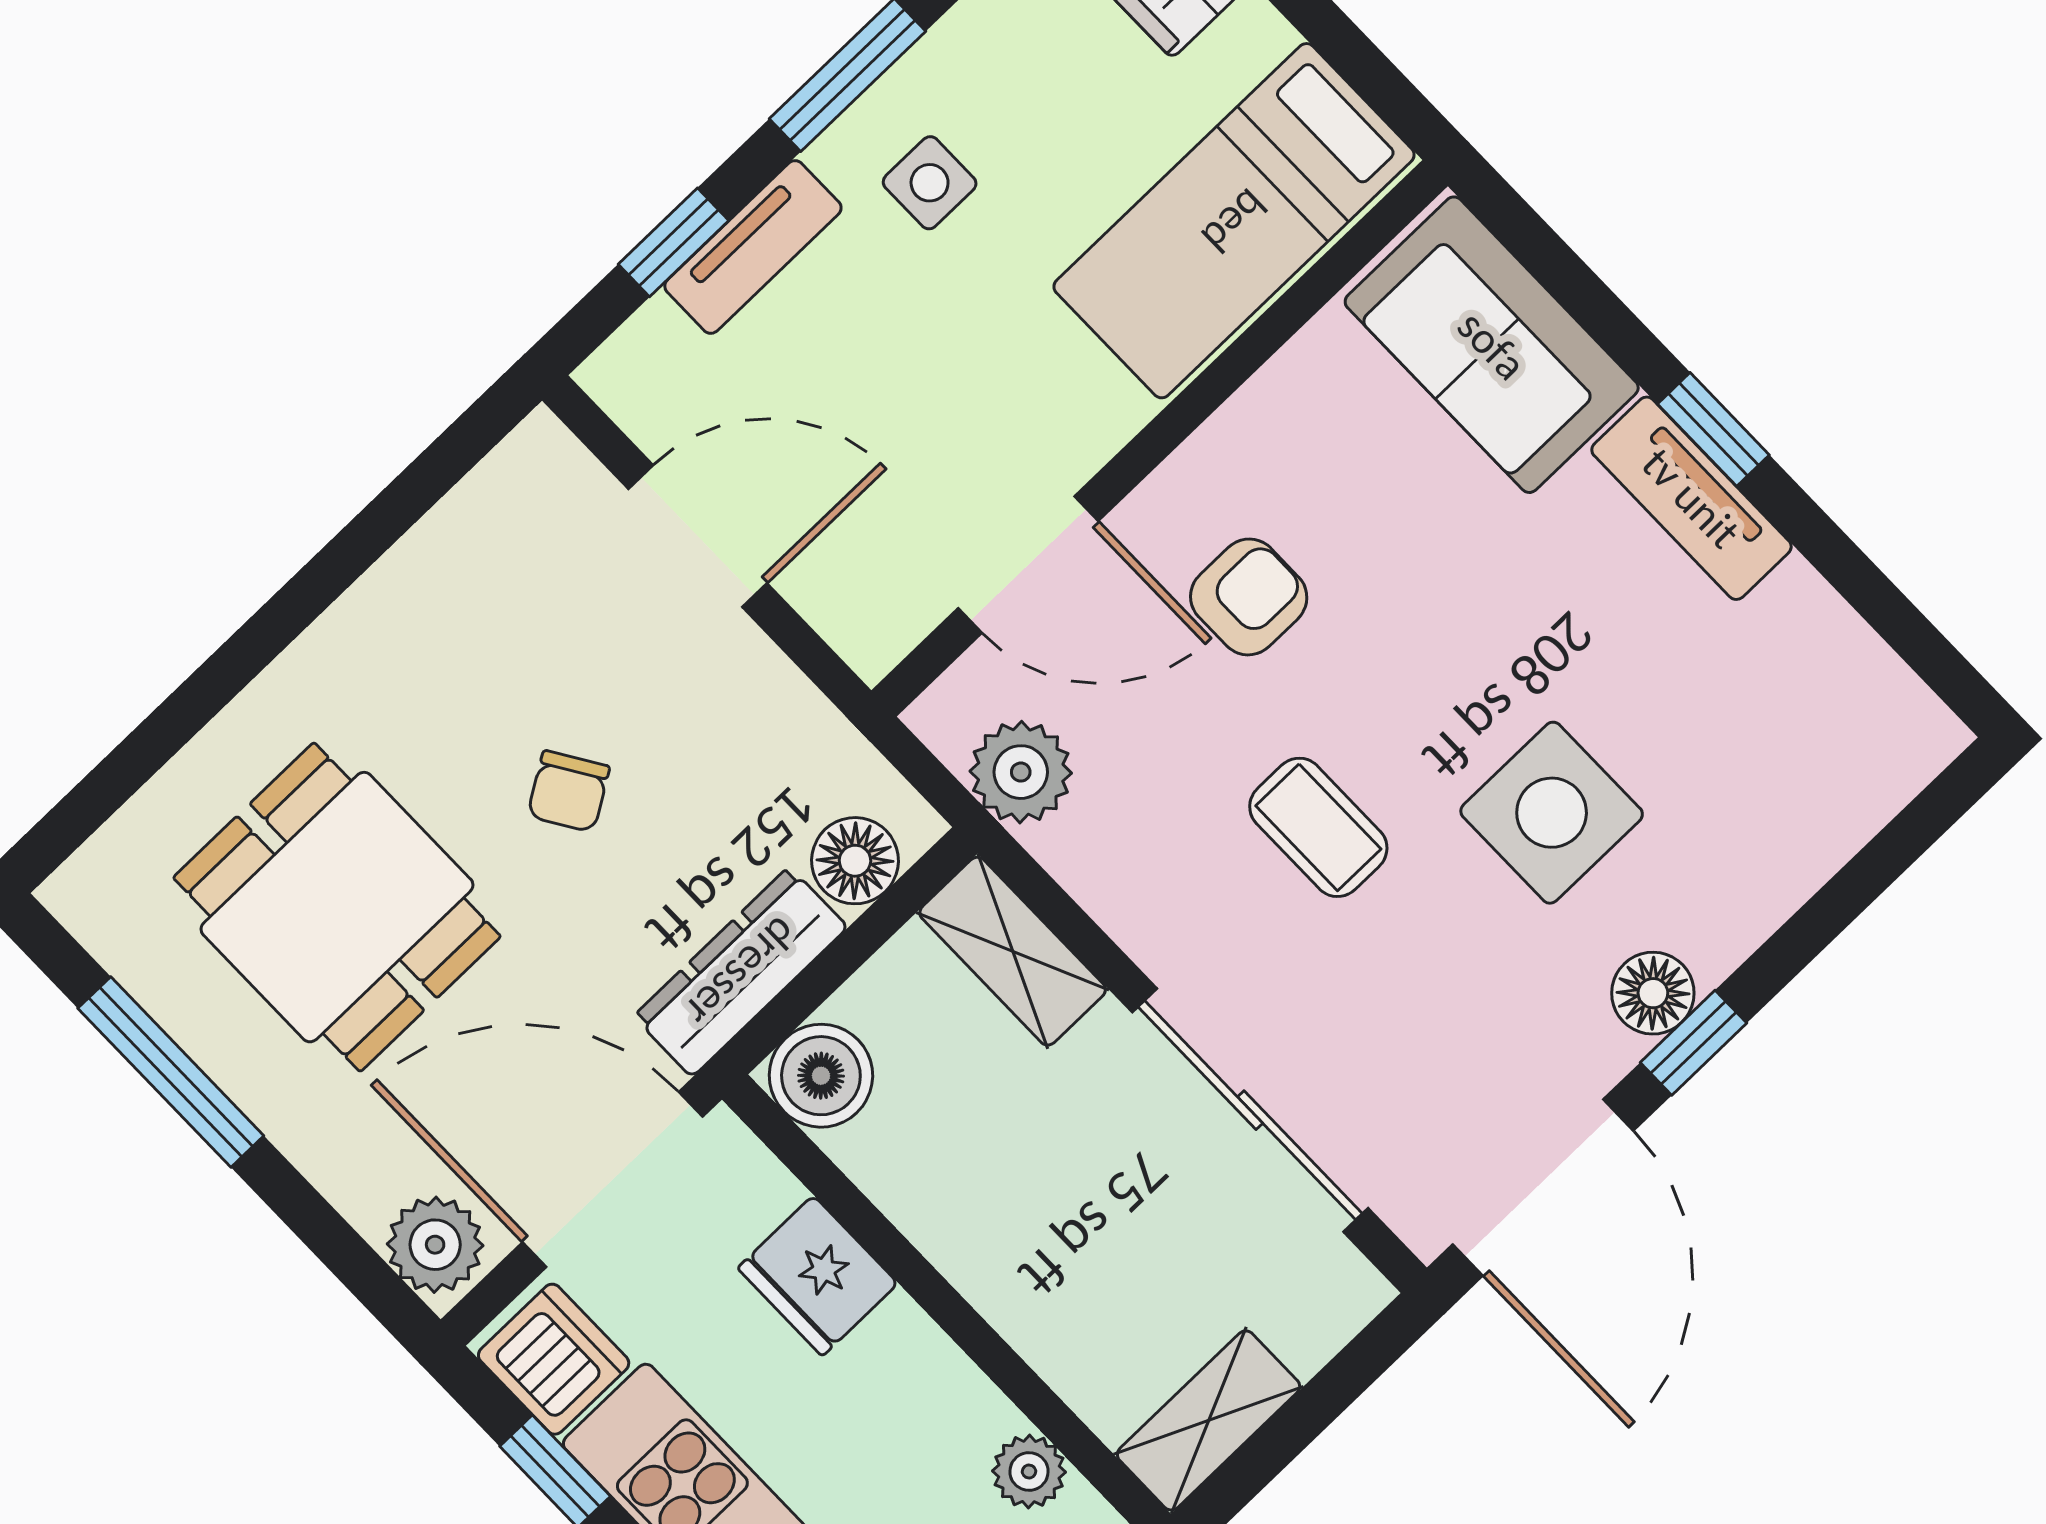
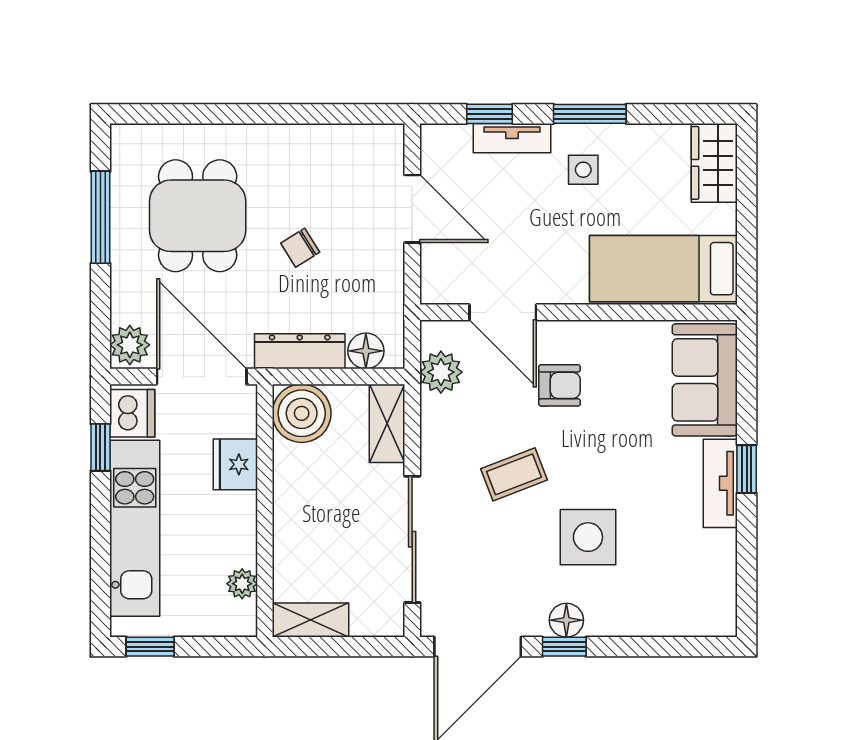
coffee table: (1318, 827) -> (514, 474), turned 69
boiler: (821, 1076) -> (302, 413), width x1.37, depth x1.37

